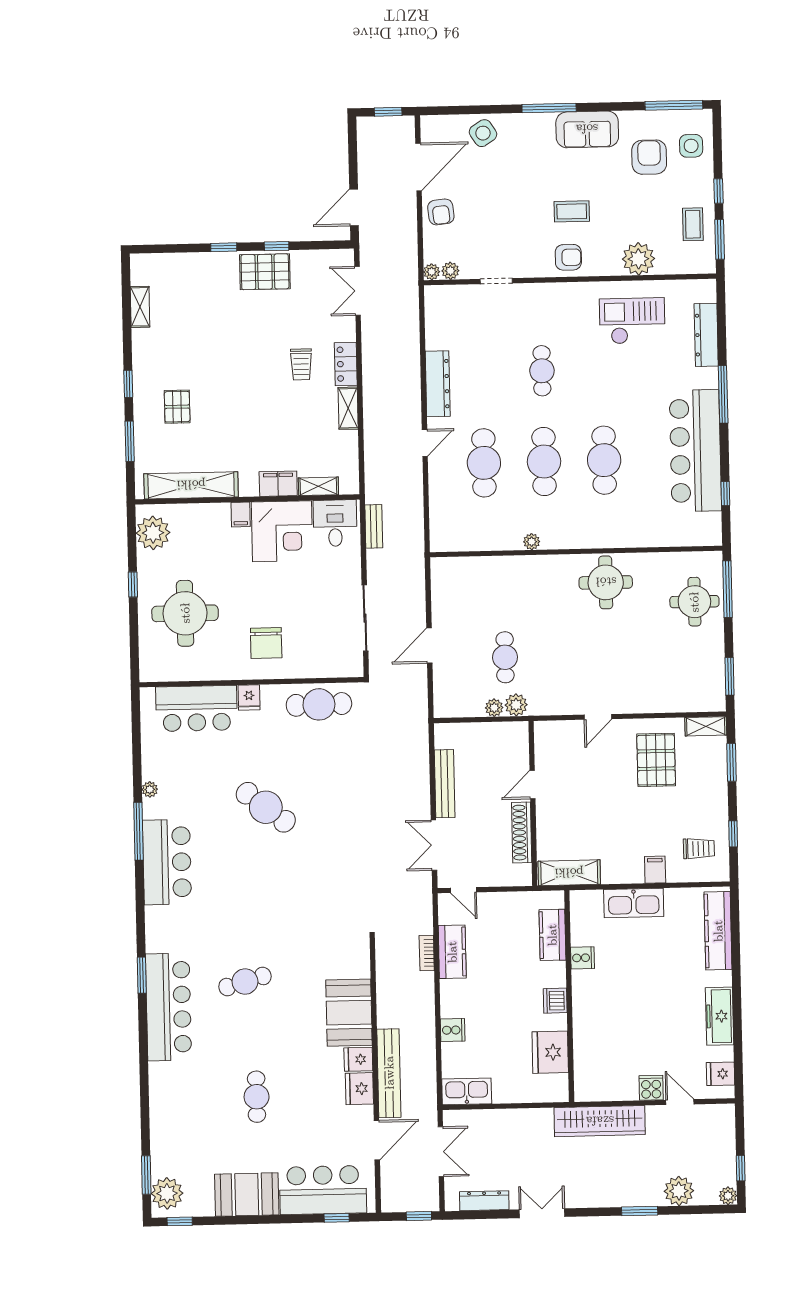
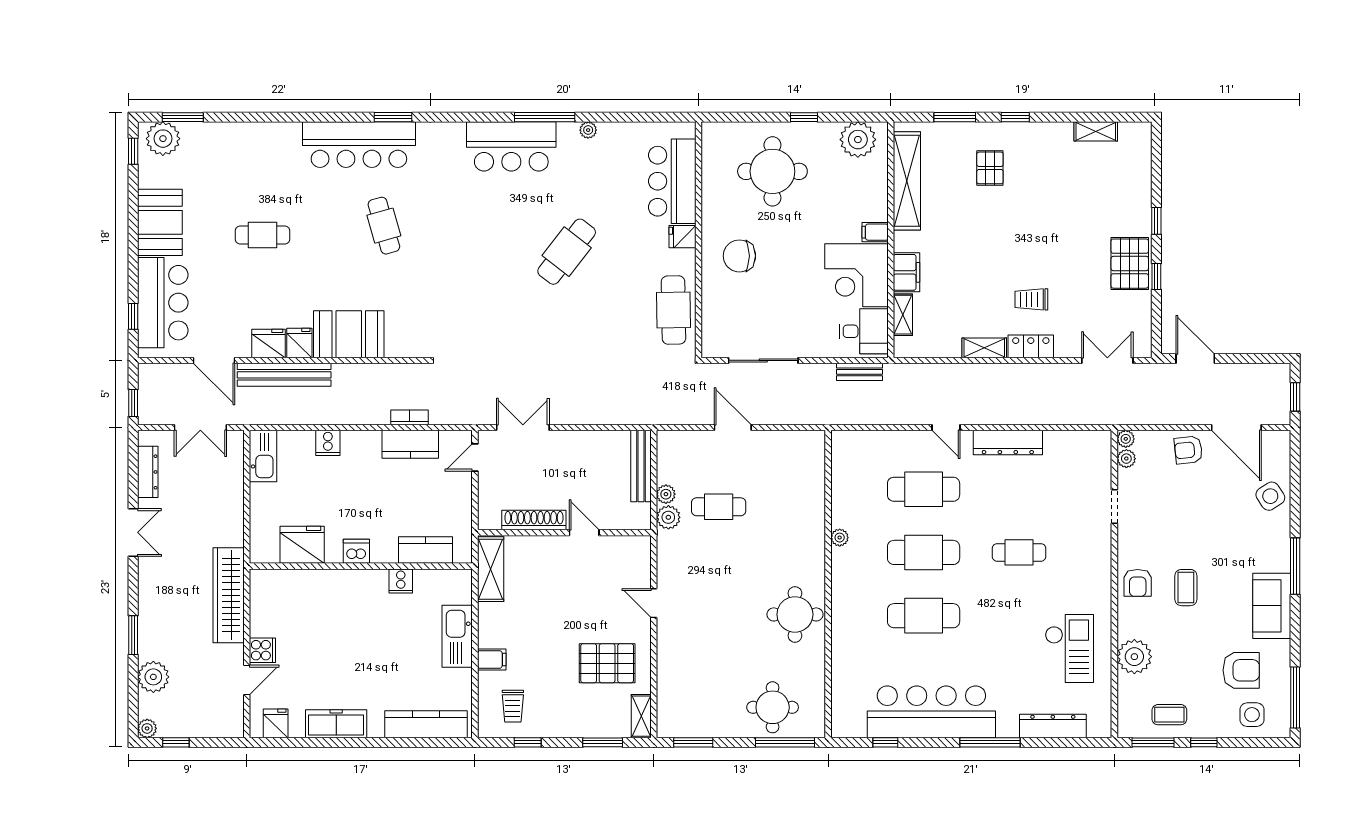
pallet: (177, 407) -> (990, 168), turned 90
bench: (445, 784) -> (641, 466), moved, turned 90

